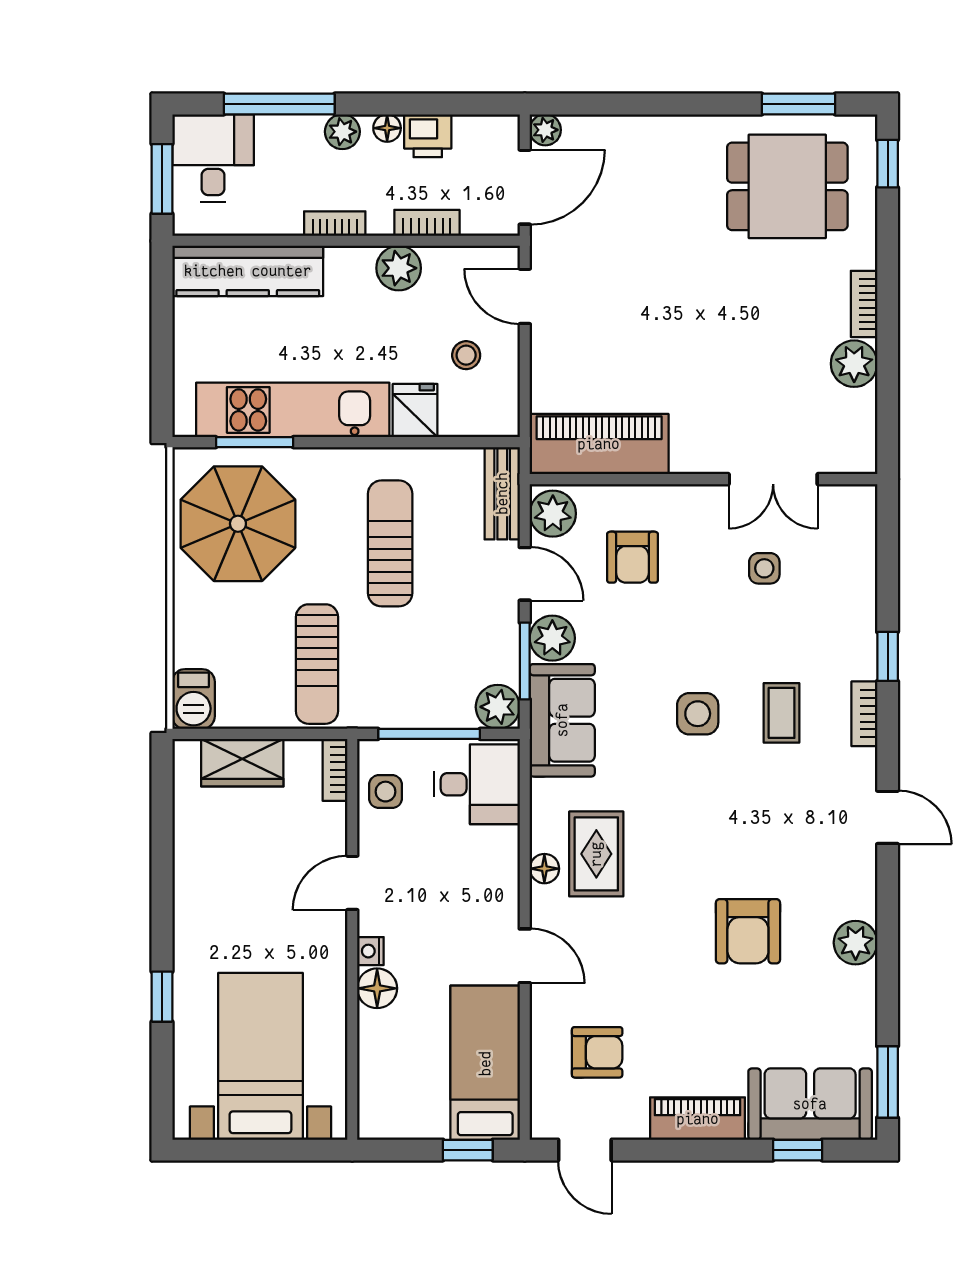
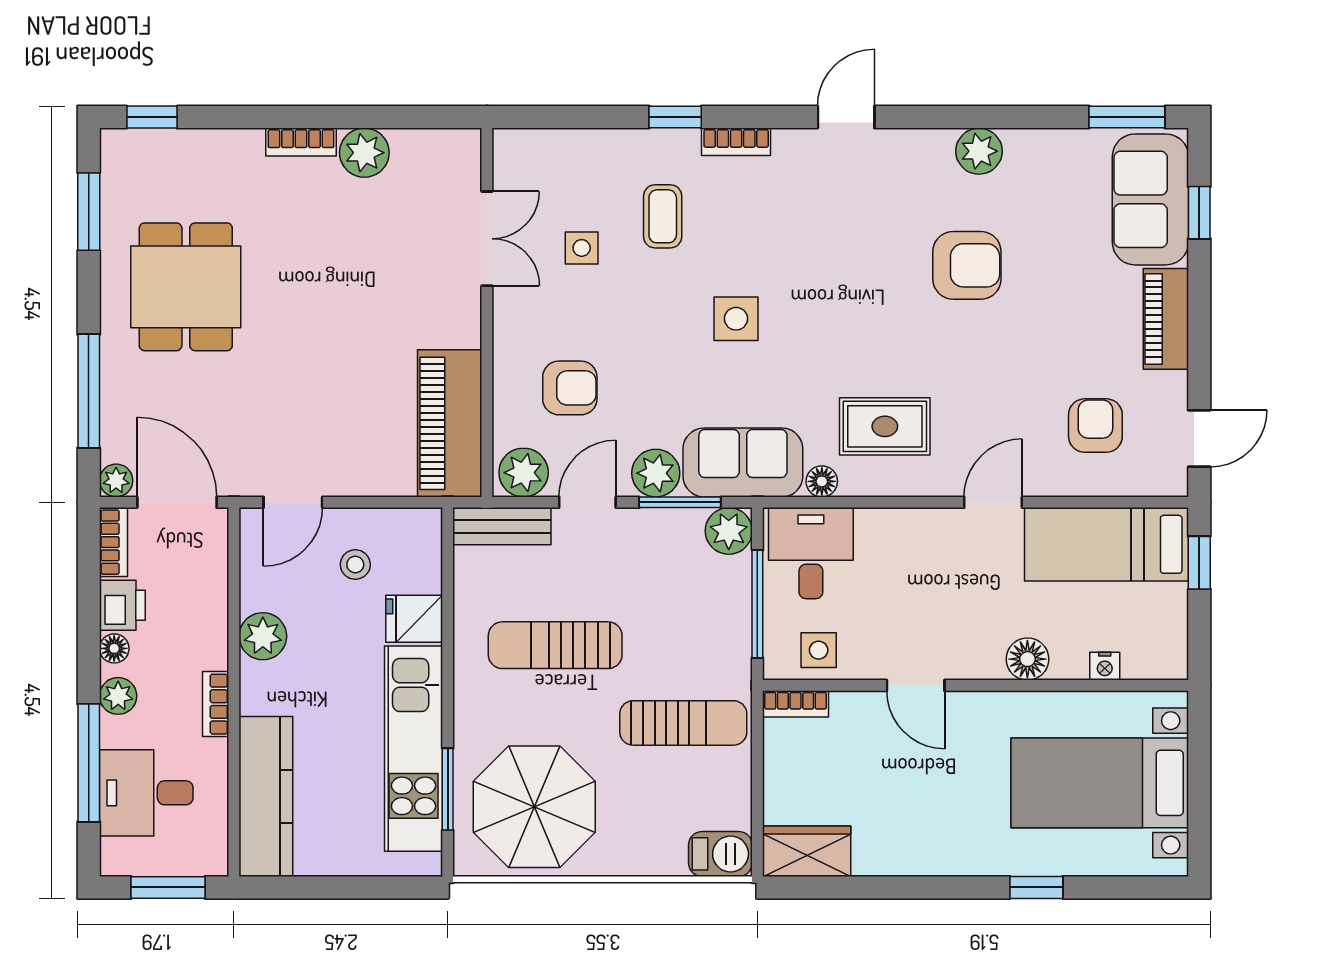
window: (630, 104) -> (89, 391), added
desk: (213, 158) -> (146, 793), moved
dining table: (787, 186) -> (186, 287), moved
bookcase: (427, 223) -> (113, 542), moved, turned 180
coffee table: (782, 713) -> (663, 216), moved, turned 90
wardrobe: (242, 763) -> (807, 851), moved, turned -90
floor lamp: (544, 869) -> (822, 481), moved
nightstand: (370, 951) -> (1105, 666), moved

